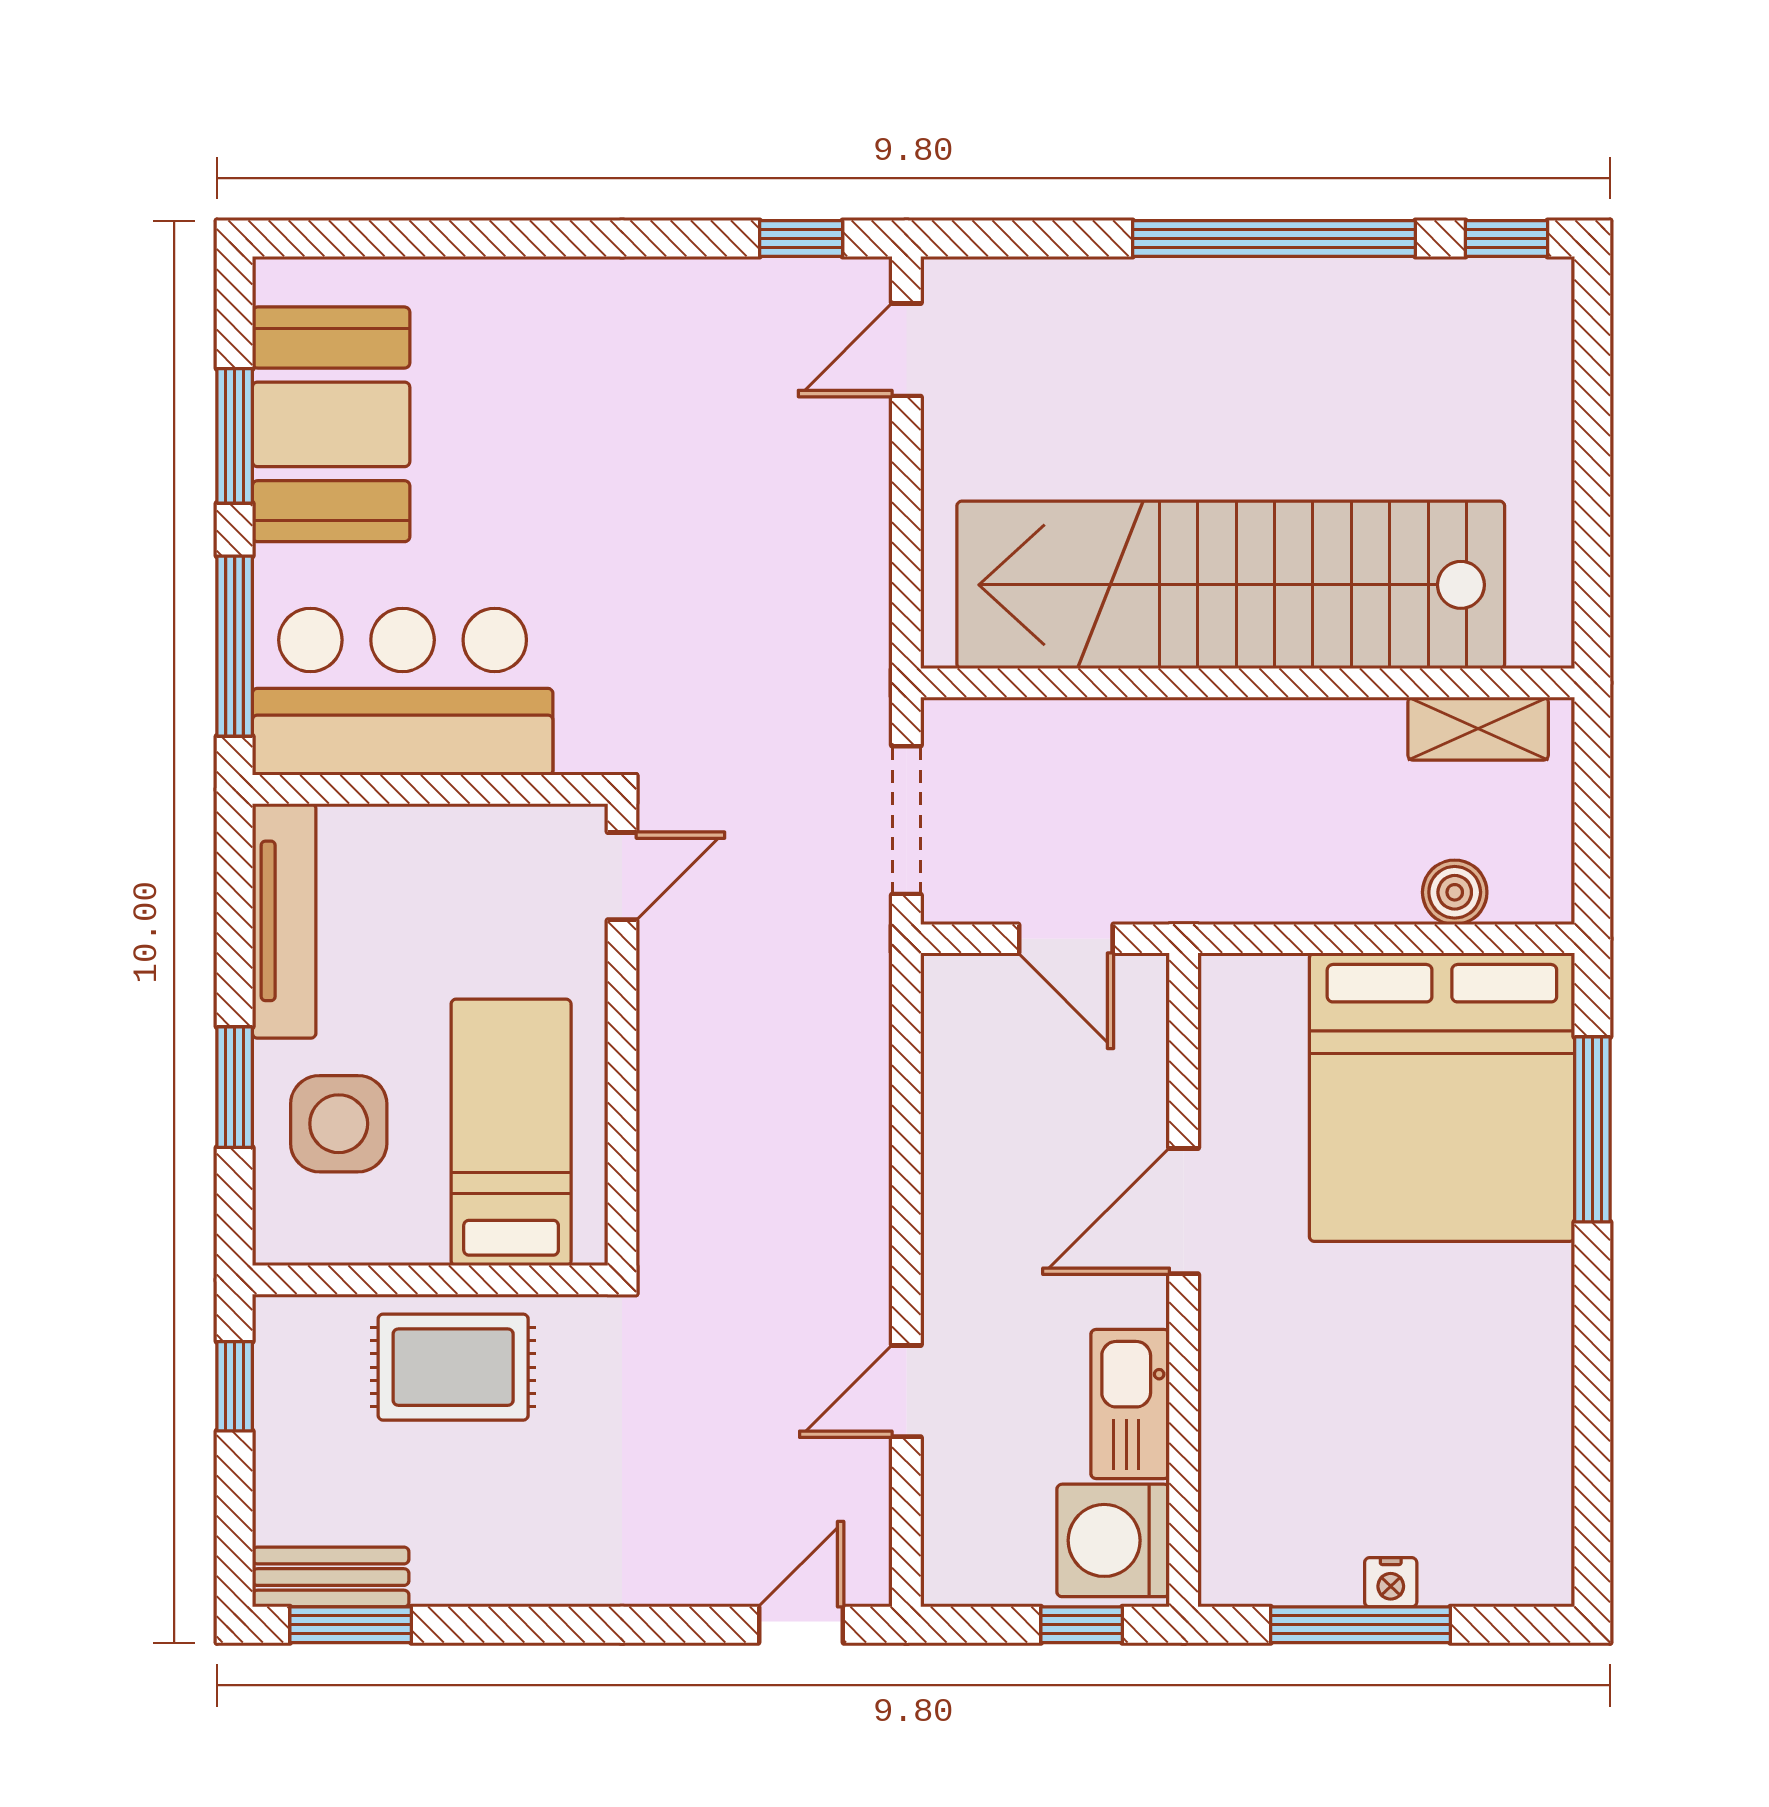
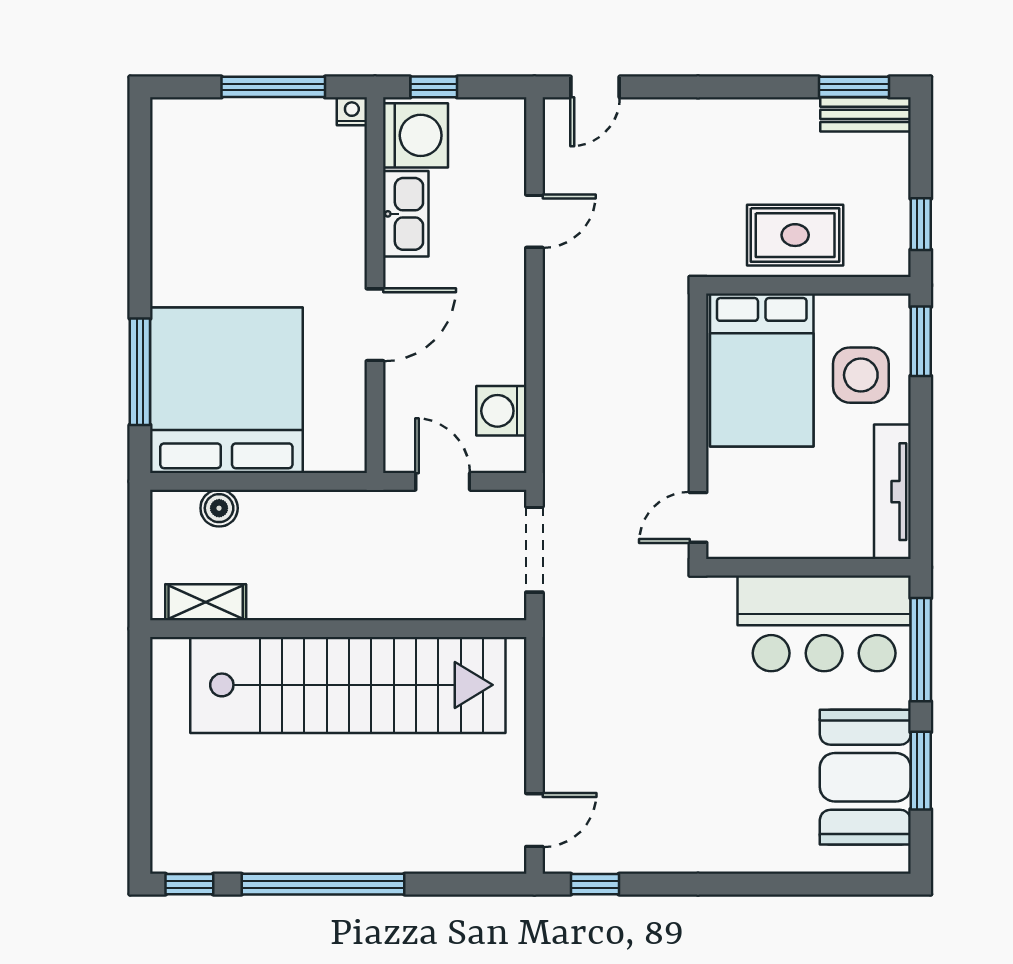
washing machine: (964, 1061) -> (501, 411), added
window: (235, 1087) -> (921, 341), moved
bed: (511, 1132) -> (762, 370), width x1.50
nightstand: (1391, 1582) -> (352, 111), moved

